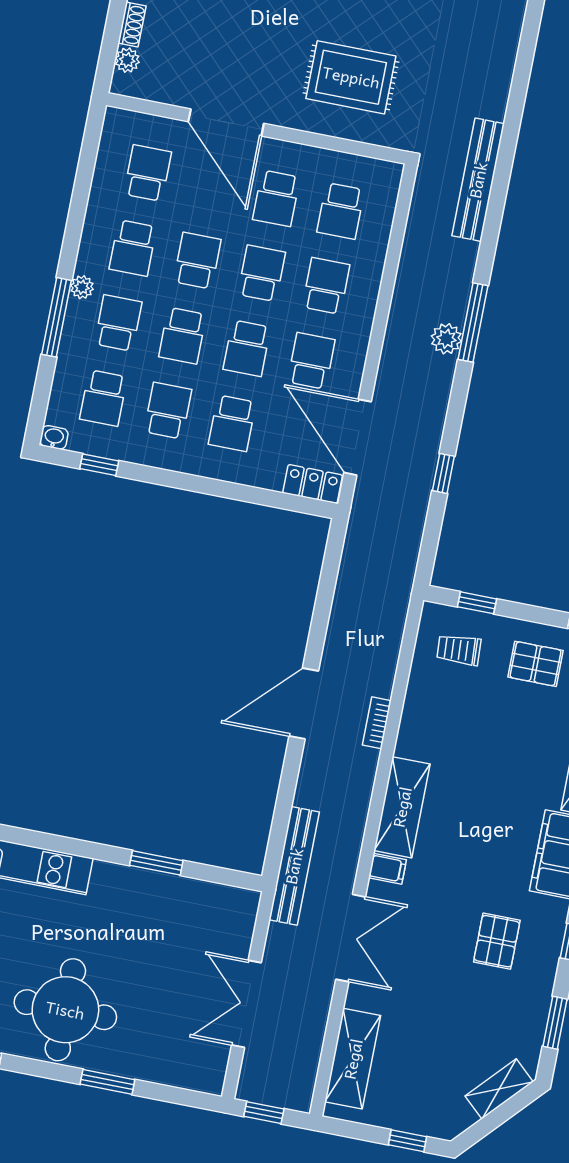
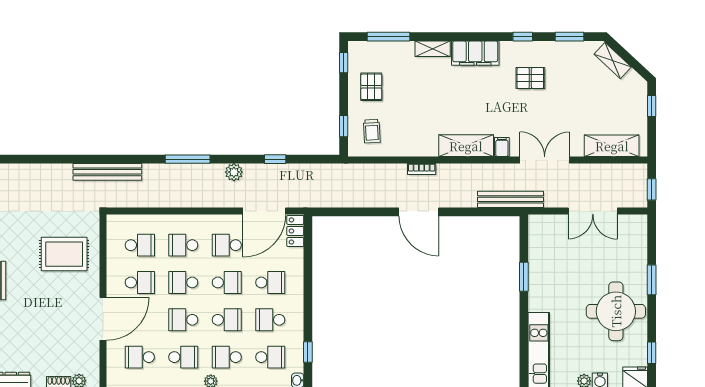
rug: (351, 77) -> (64, 254), turned 90
plant: (446, 339) -> (234, 172), moved

